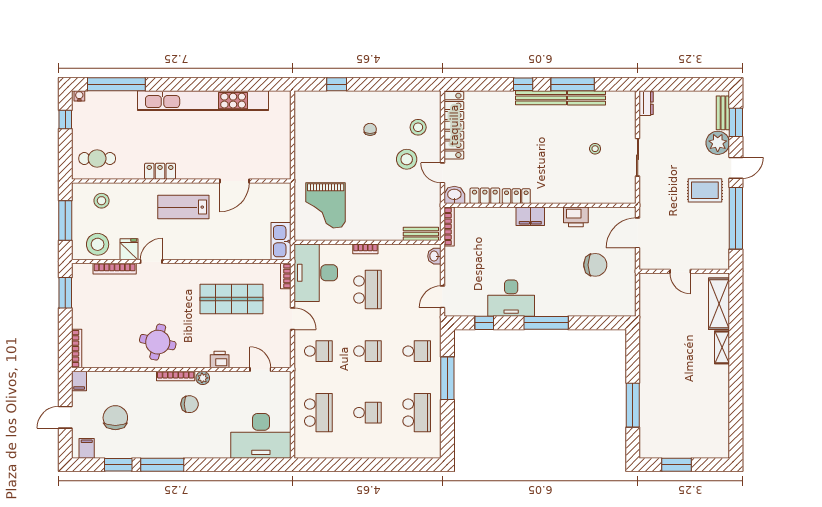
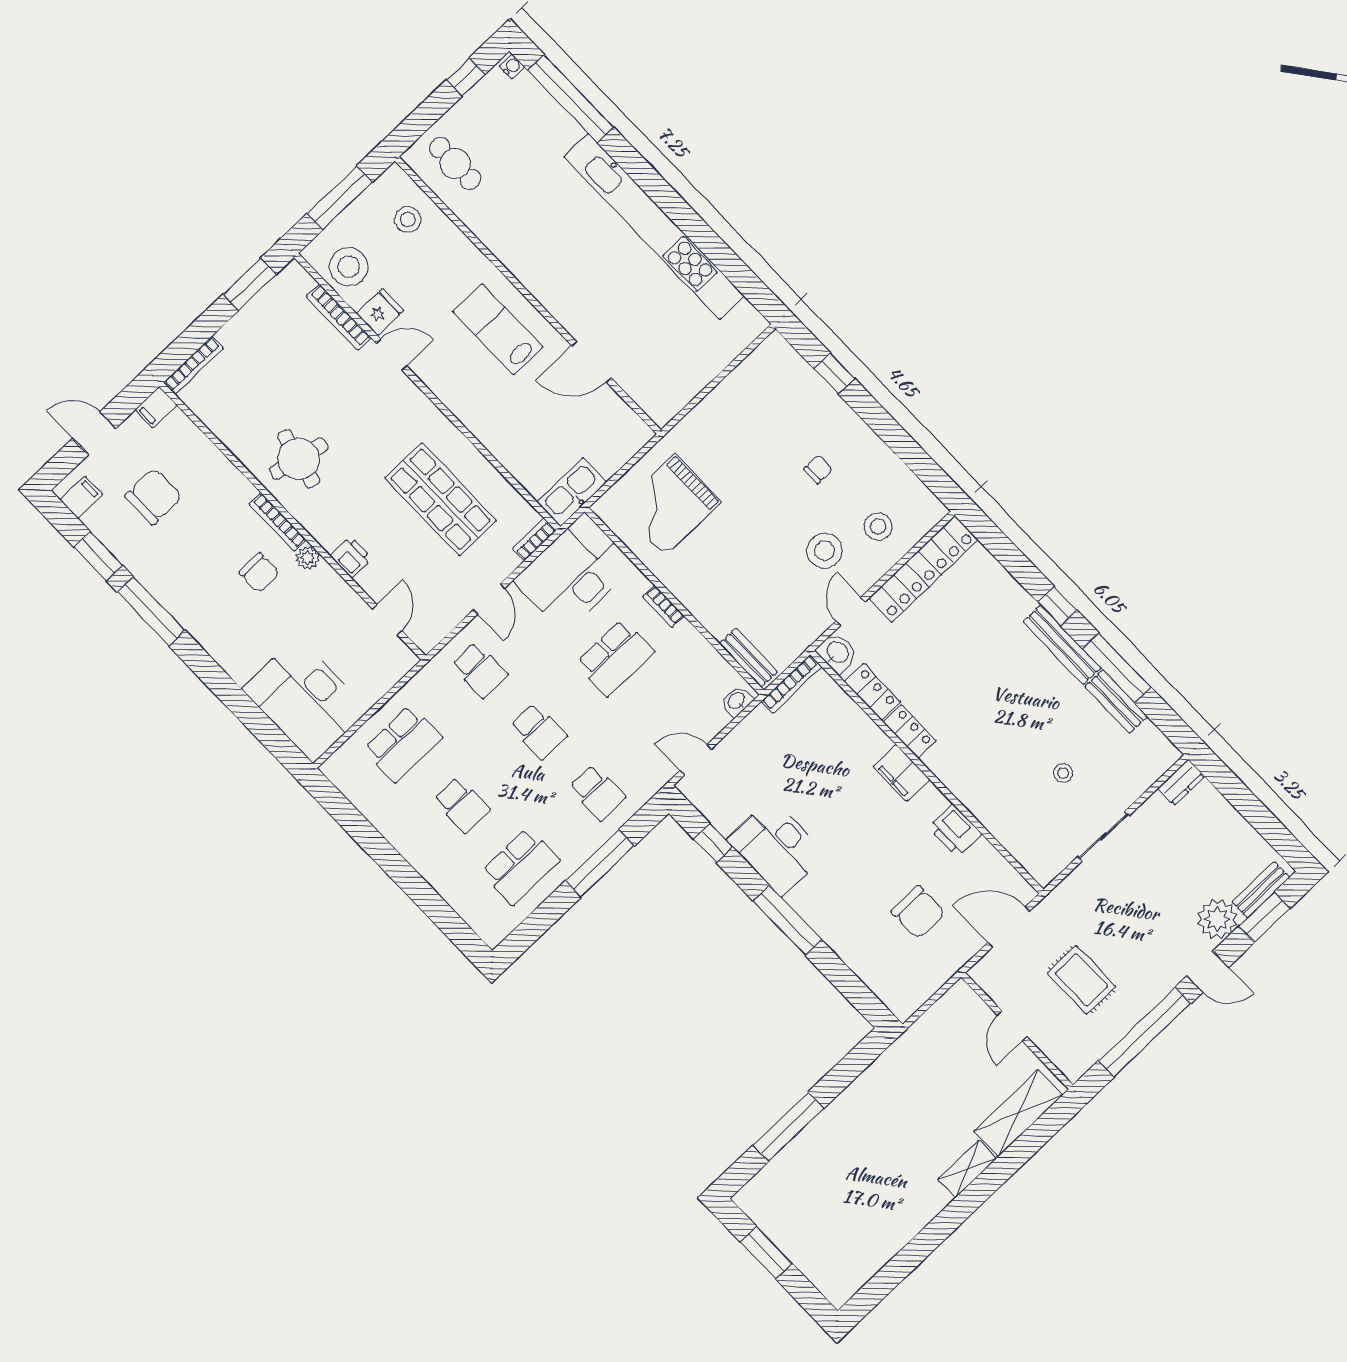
locker: (160, 171) -> (514, 257), removed
rug: (705, 190) -> (1081, 980), moved

